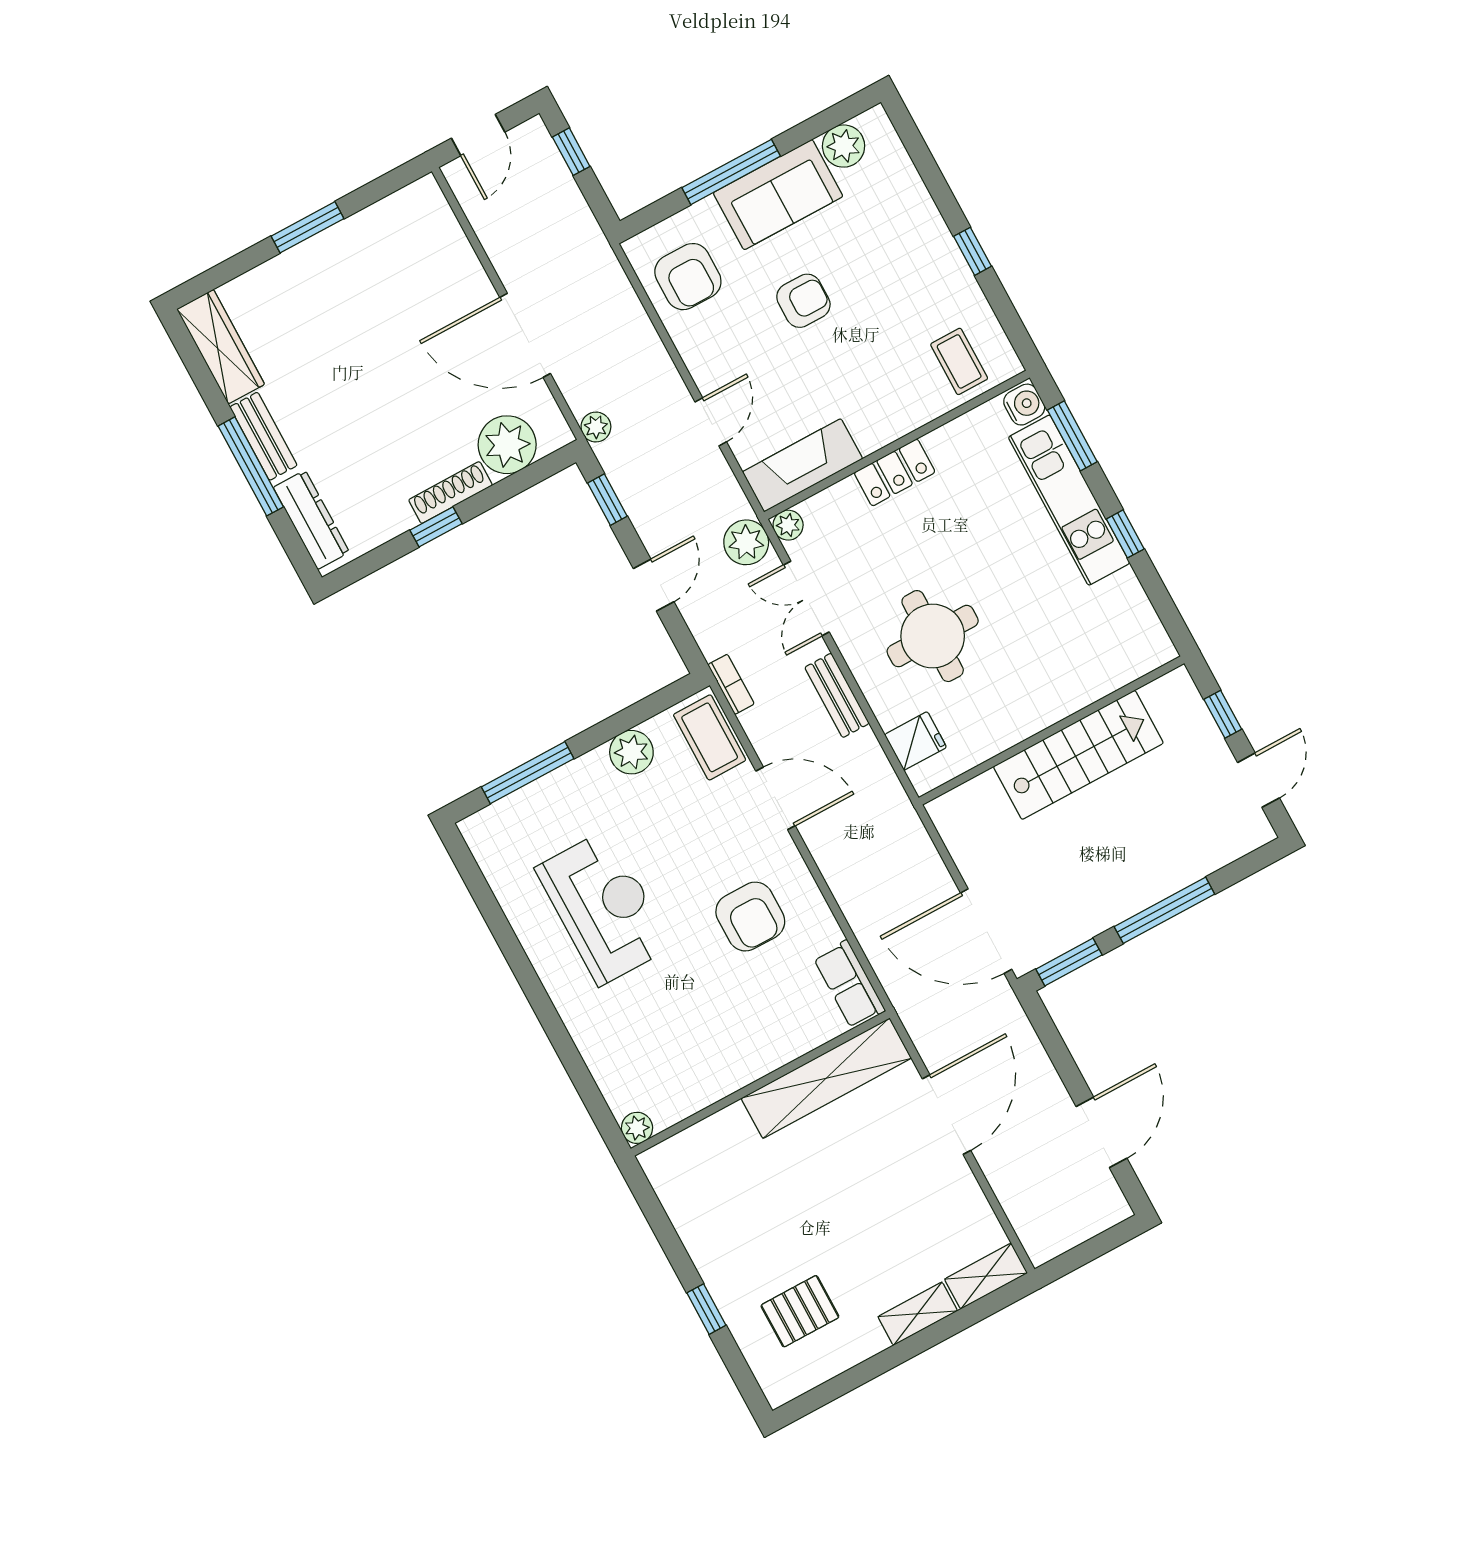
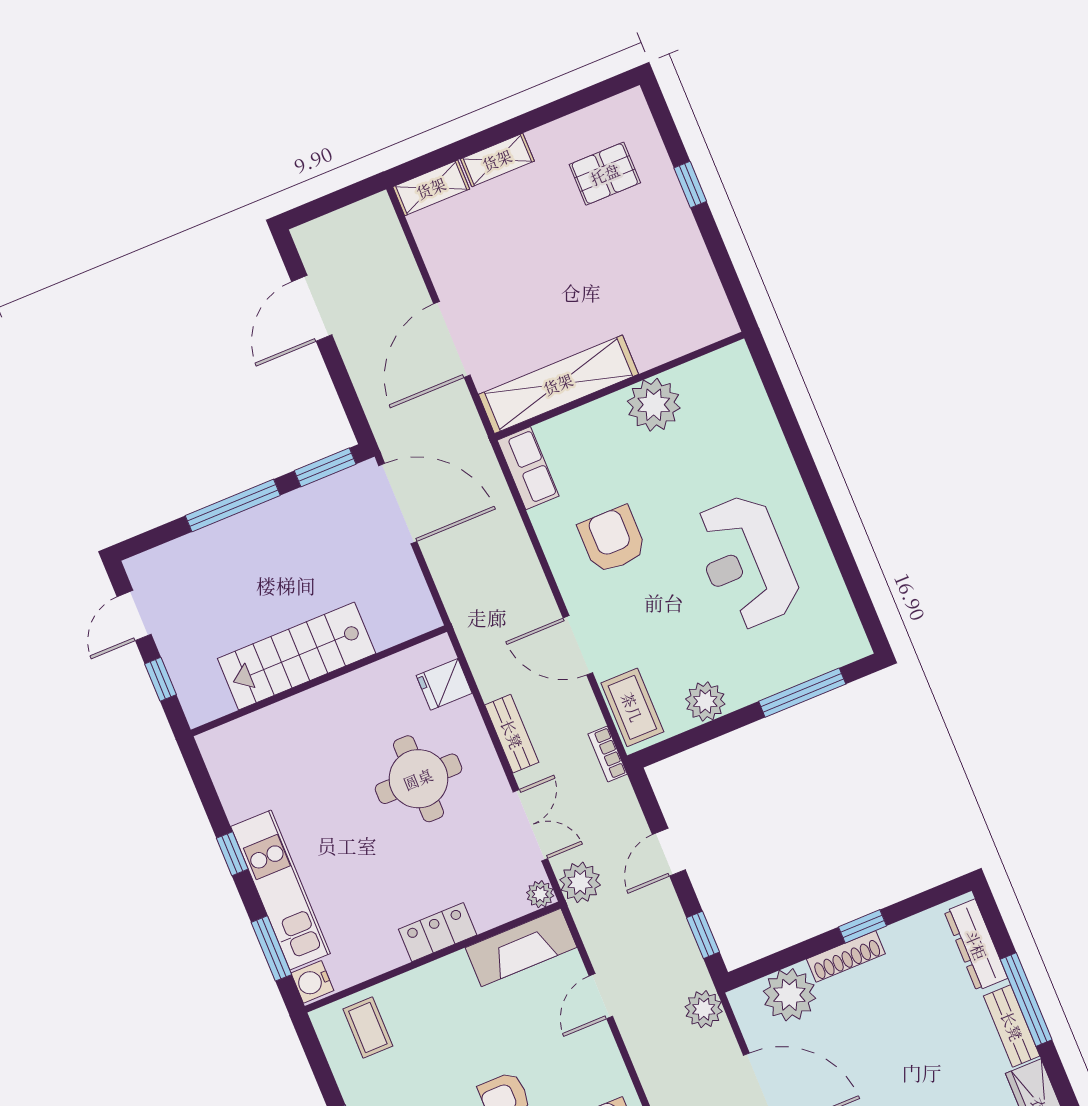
plant: (596, 427) -> (704, 1009), width x1.38, depth x1.38
plant: (637, 1128) -> (654, 405), moved, width x1.87, depth x1.87

